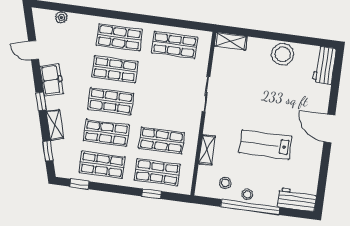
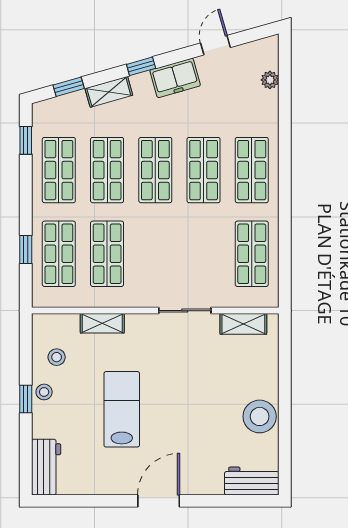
shelving: (231, 41) -> (243, 324), moved, turned 90
window: (250, 207) -> (26, 399), width x0.32

